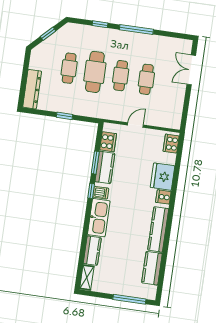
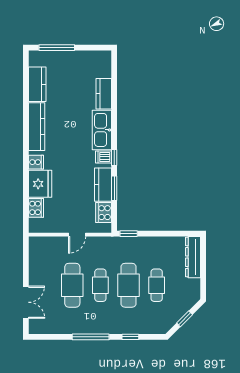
cafe table: (146, 79) -> (72, 285), width x1.37, depth x1.35
window: (64, 116) -> (129, 234), moved
cooker: (171, 144) -> (36, 208), moved
shelving: (87, 278) -> (105, 64), removed

